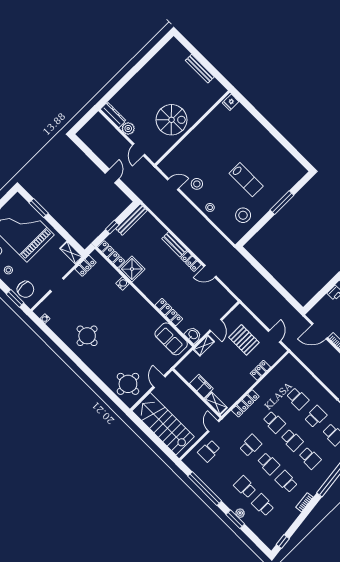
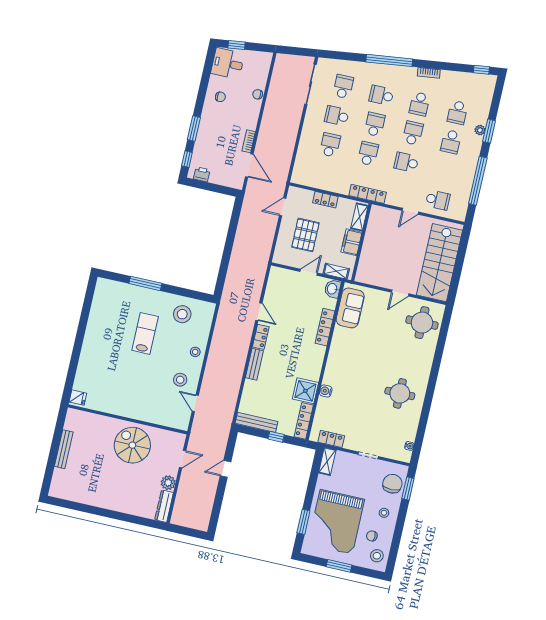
filing cabinet: (201, 386) -> (351, 242), moved
wall: (197, 393) -> (361, 242), moved
shelving: (216, 403) -> (359, 217), moved
school desk: (310, 458) -> (381, 95), turned -90

